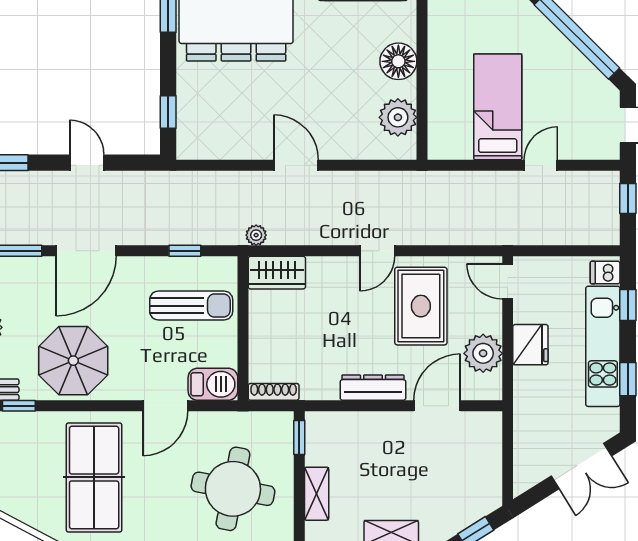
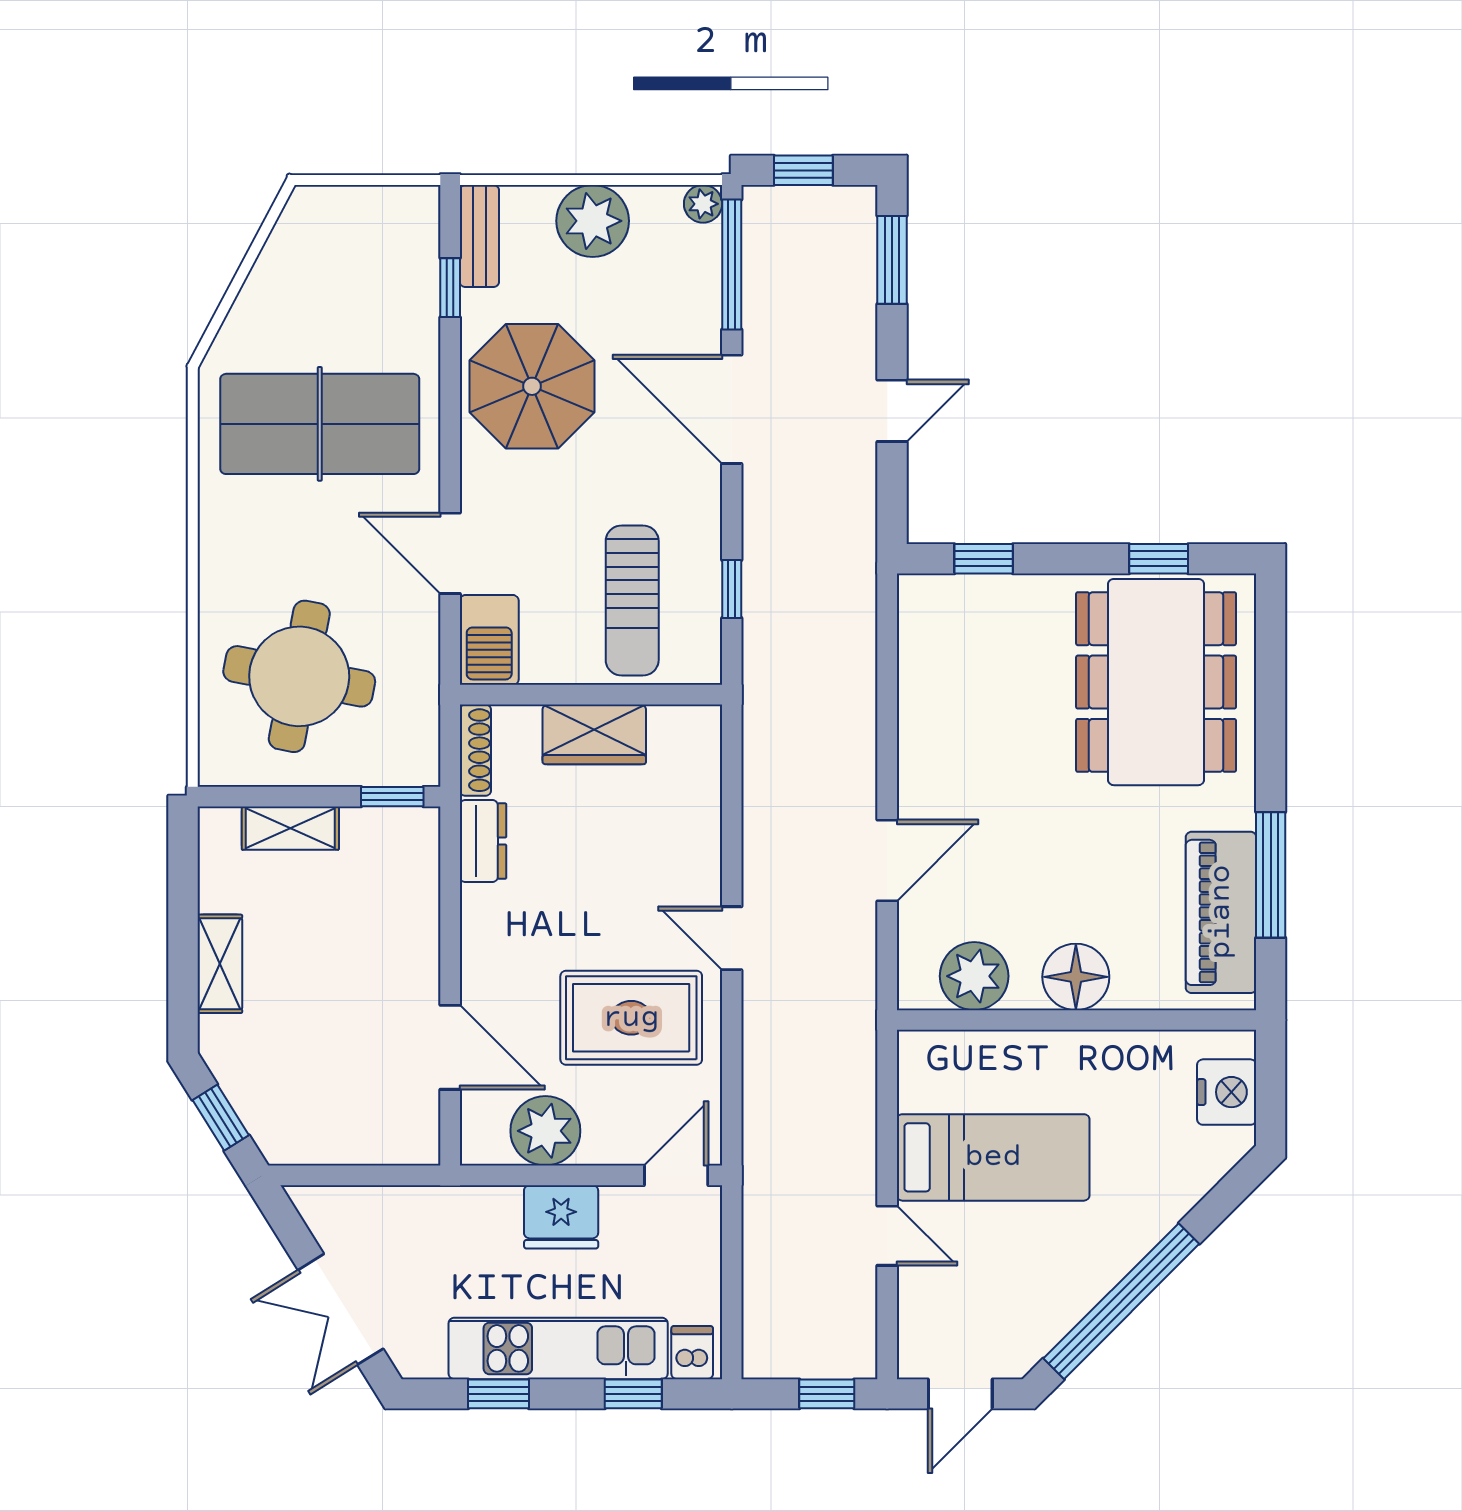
door: (296, 165) -> (887, 860), moved
plant: (256, 235) -> (760, 718), removed
wardrobe: (277, 273) -> (594, 734), moved, turned -90
dresser: (373, 388) -> (483, 841), moved, width x0.70

